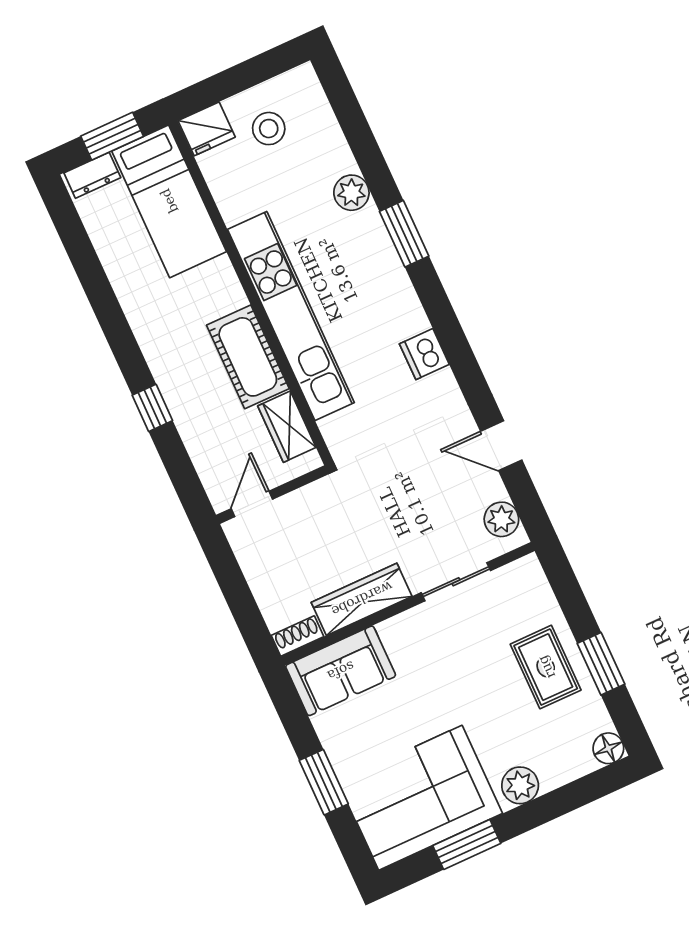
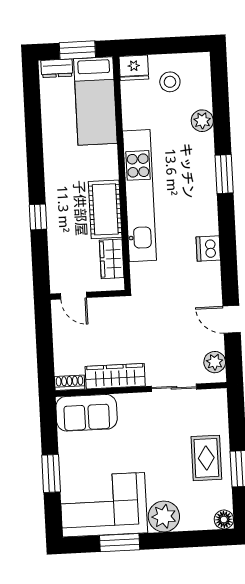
plant: (351, 193) -> (202, 121), moved
door: (252, 504) -> (74, 296), swing flipped
plant: (520, 785) -> (164, 516), width x1.36, depth x1.36

